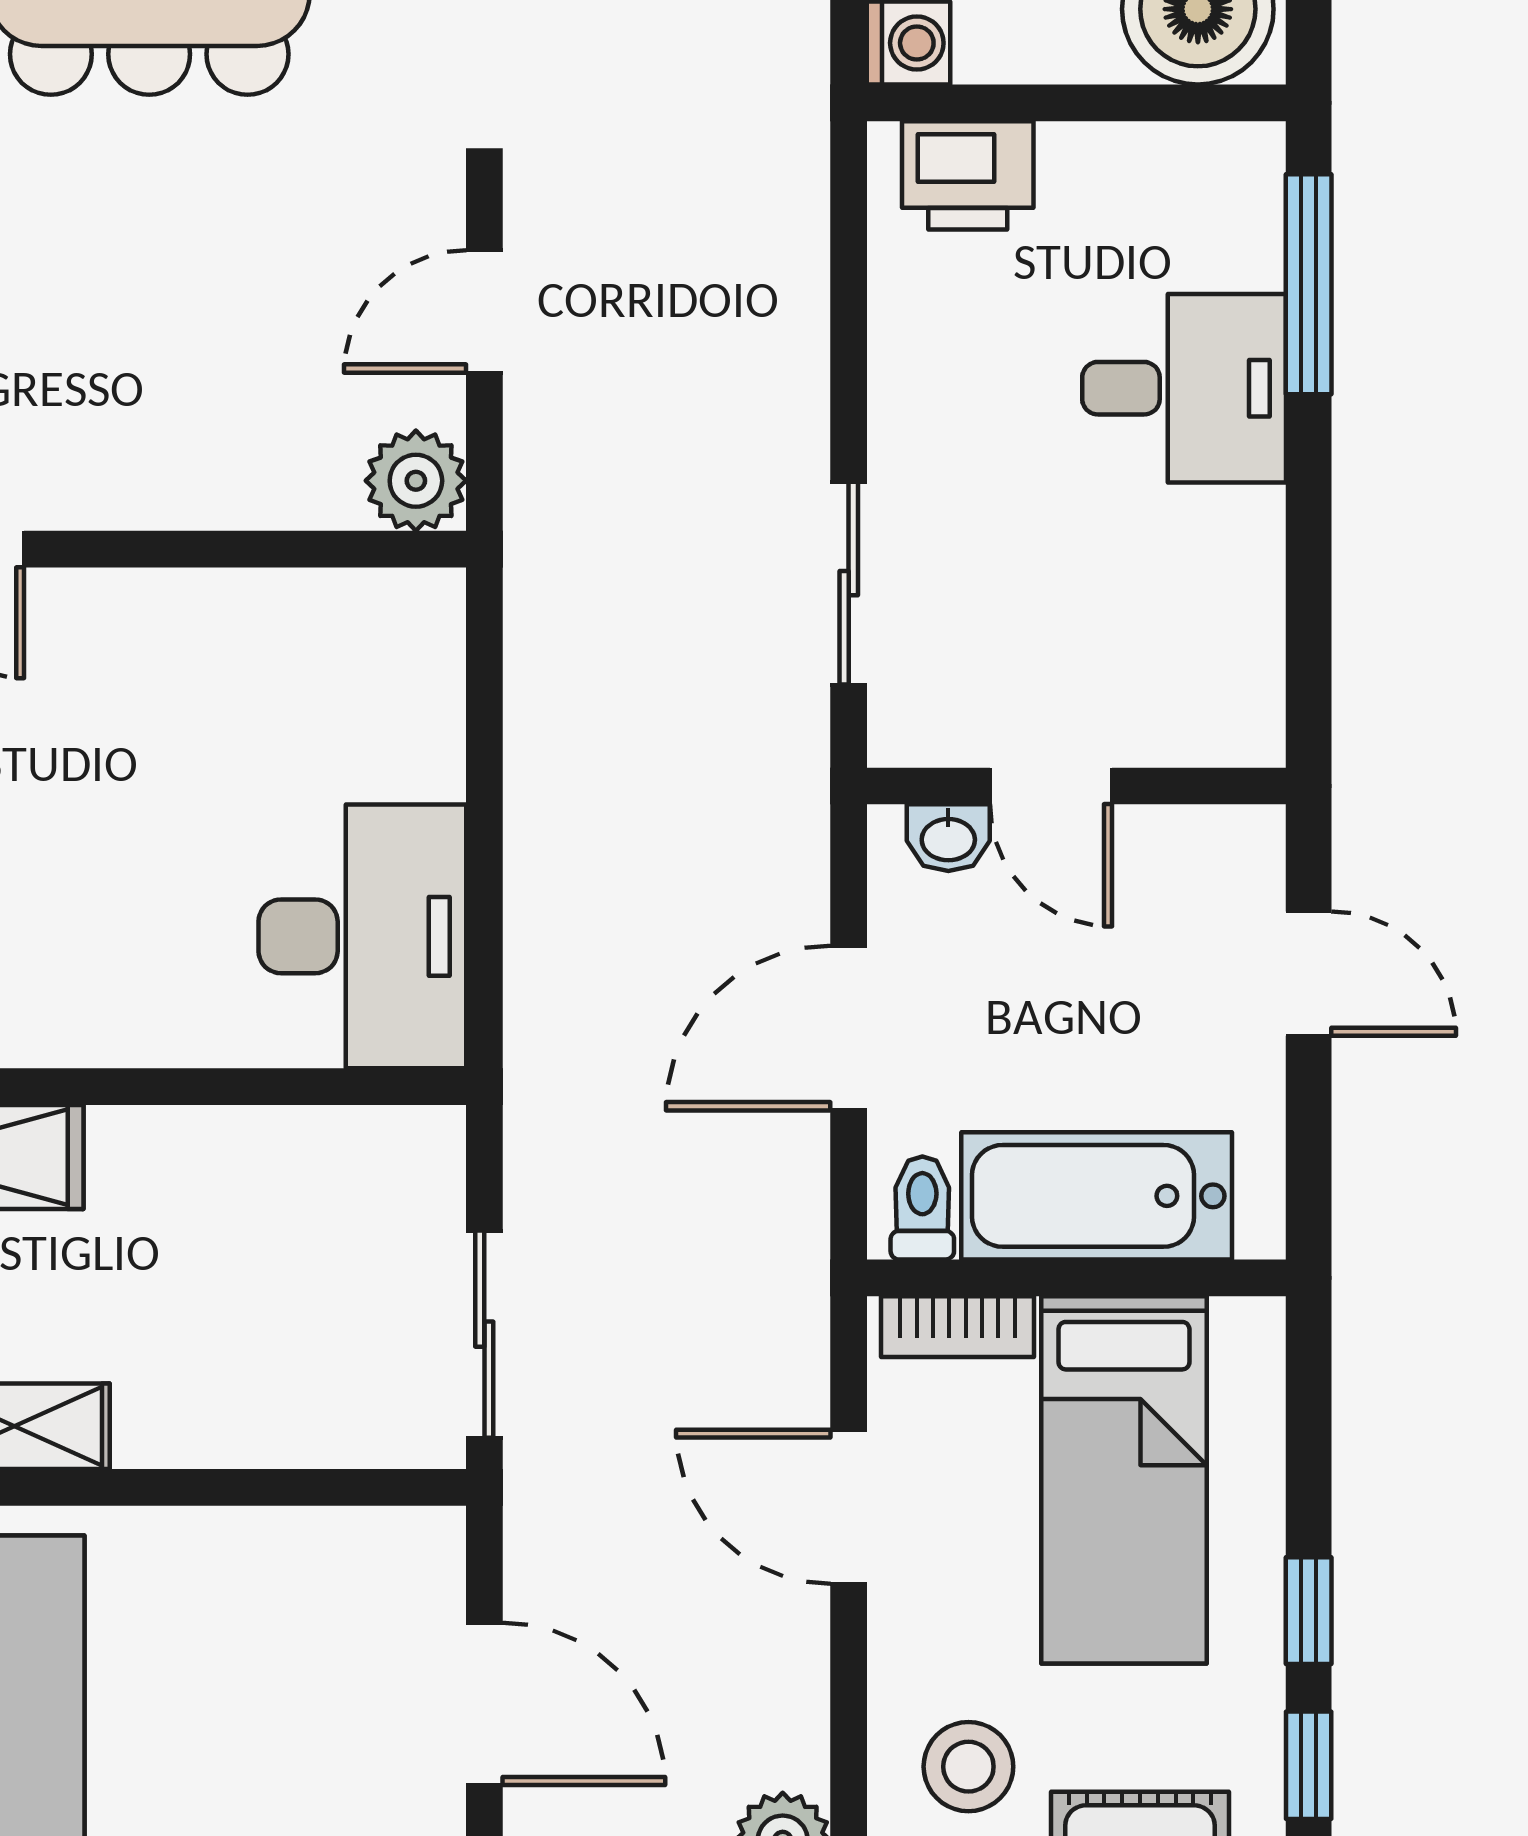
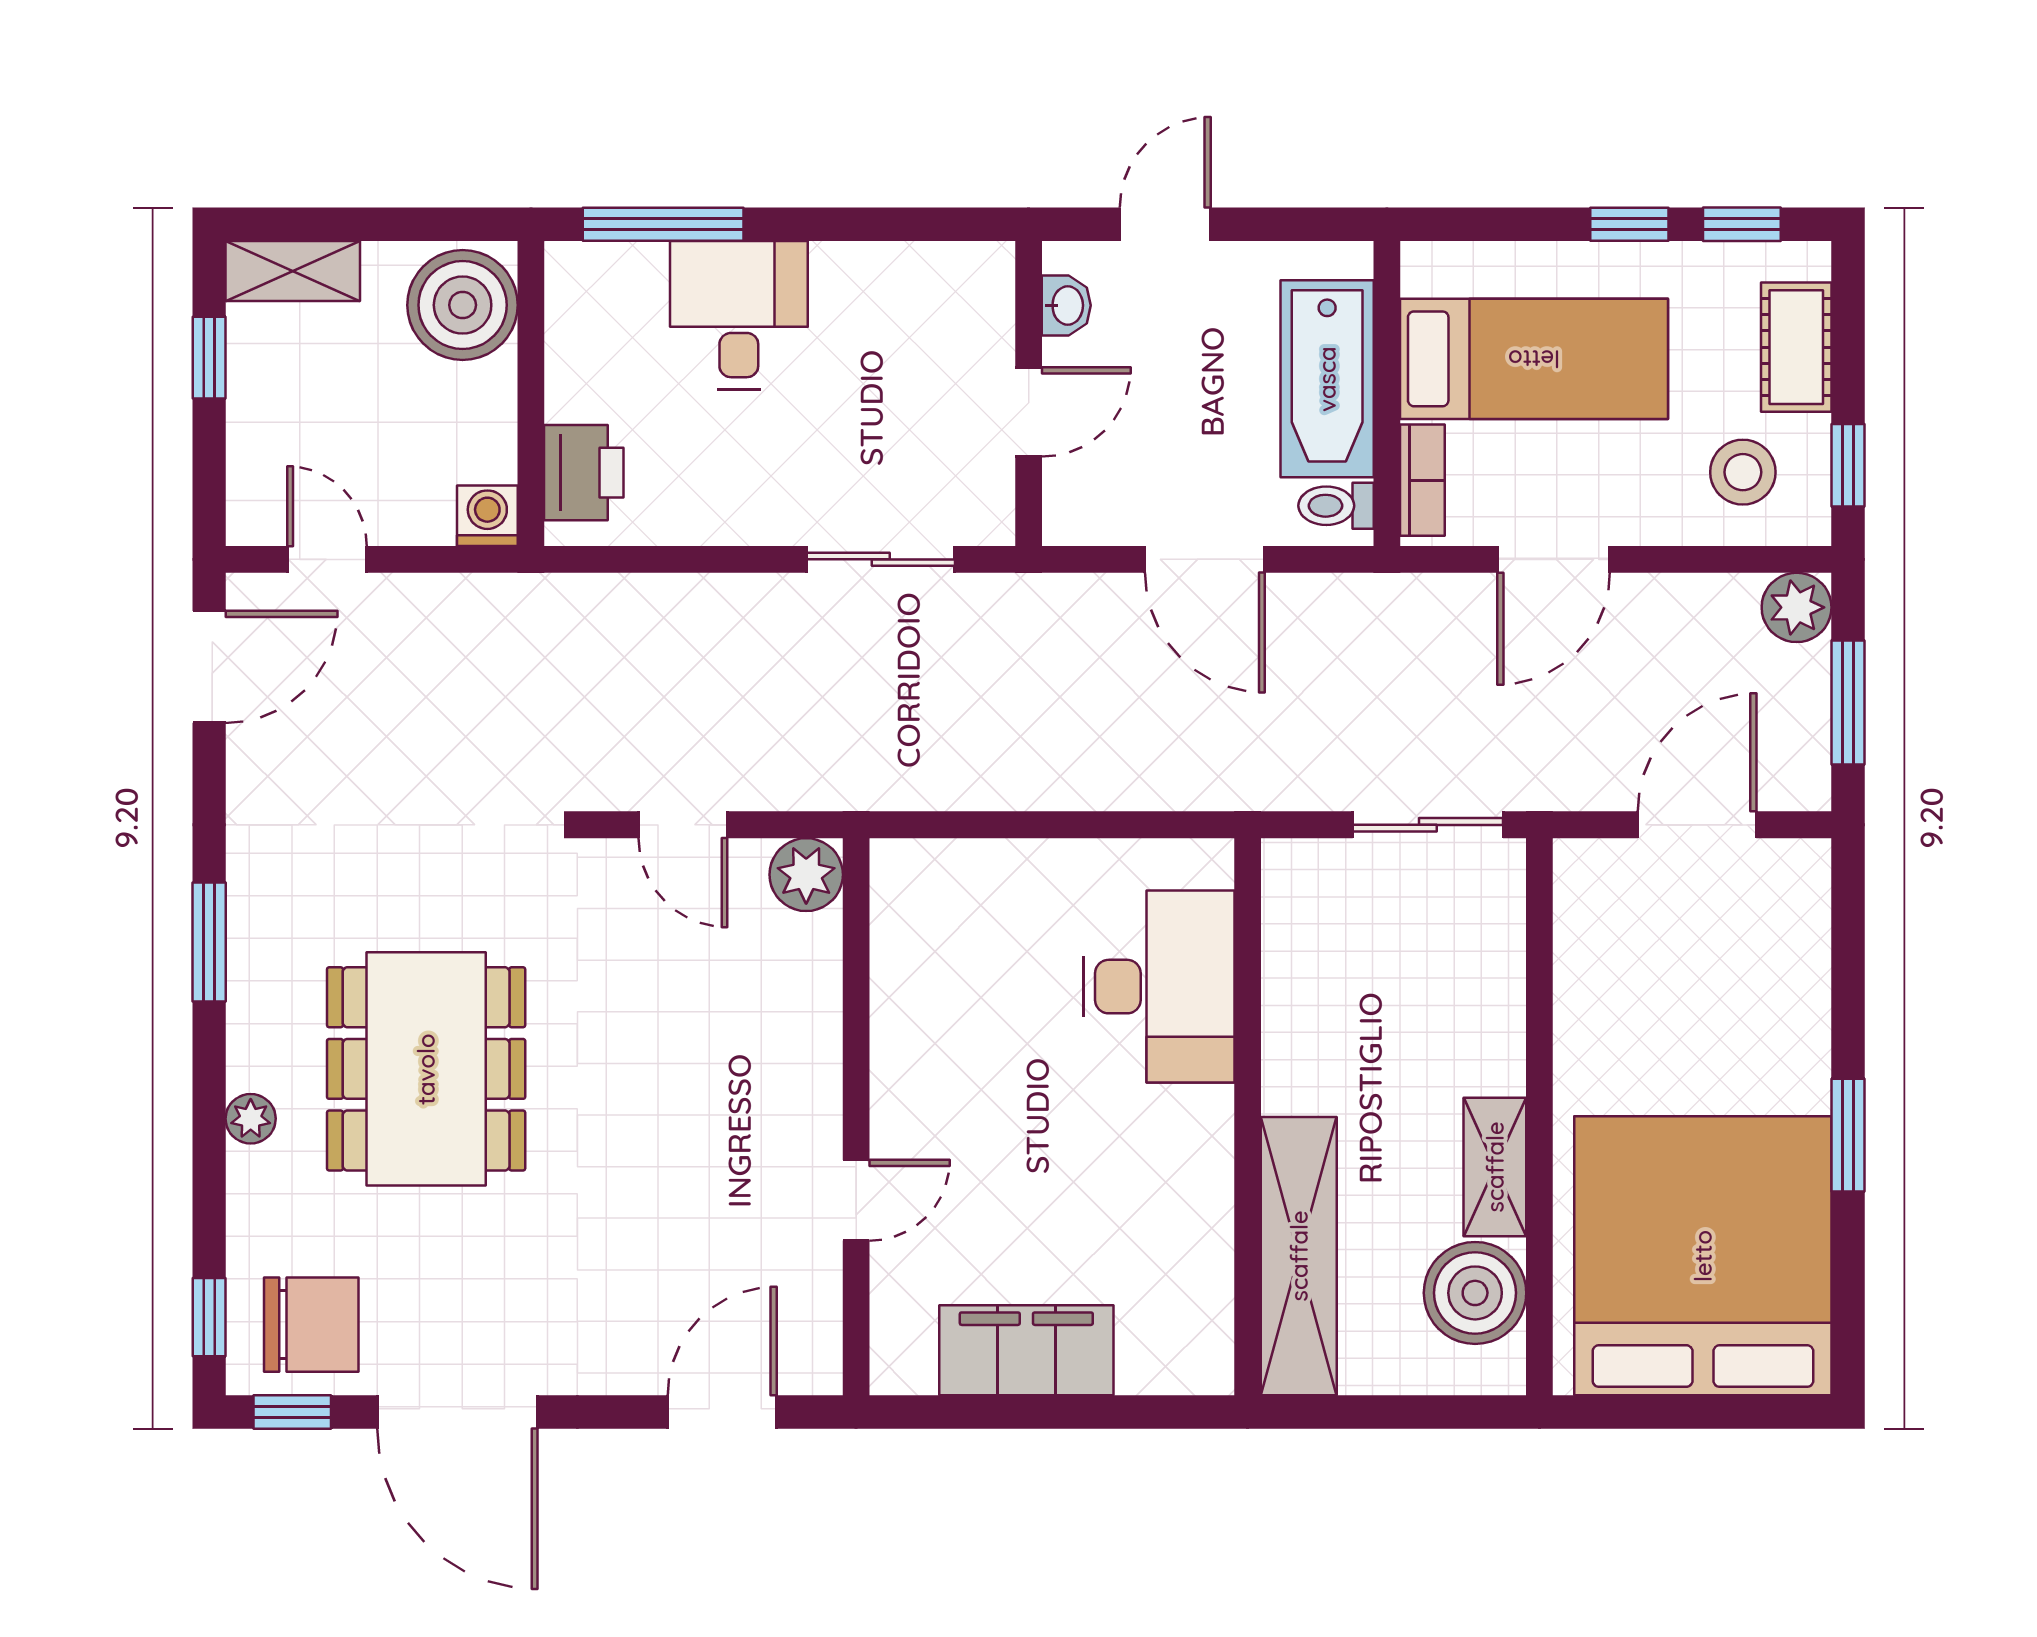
washbasin: (948, 838) -> (1066, 305), moved
desk: (362, 936) -> (1159, 987), moved, turned 90

